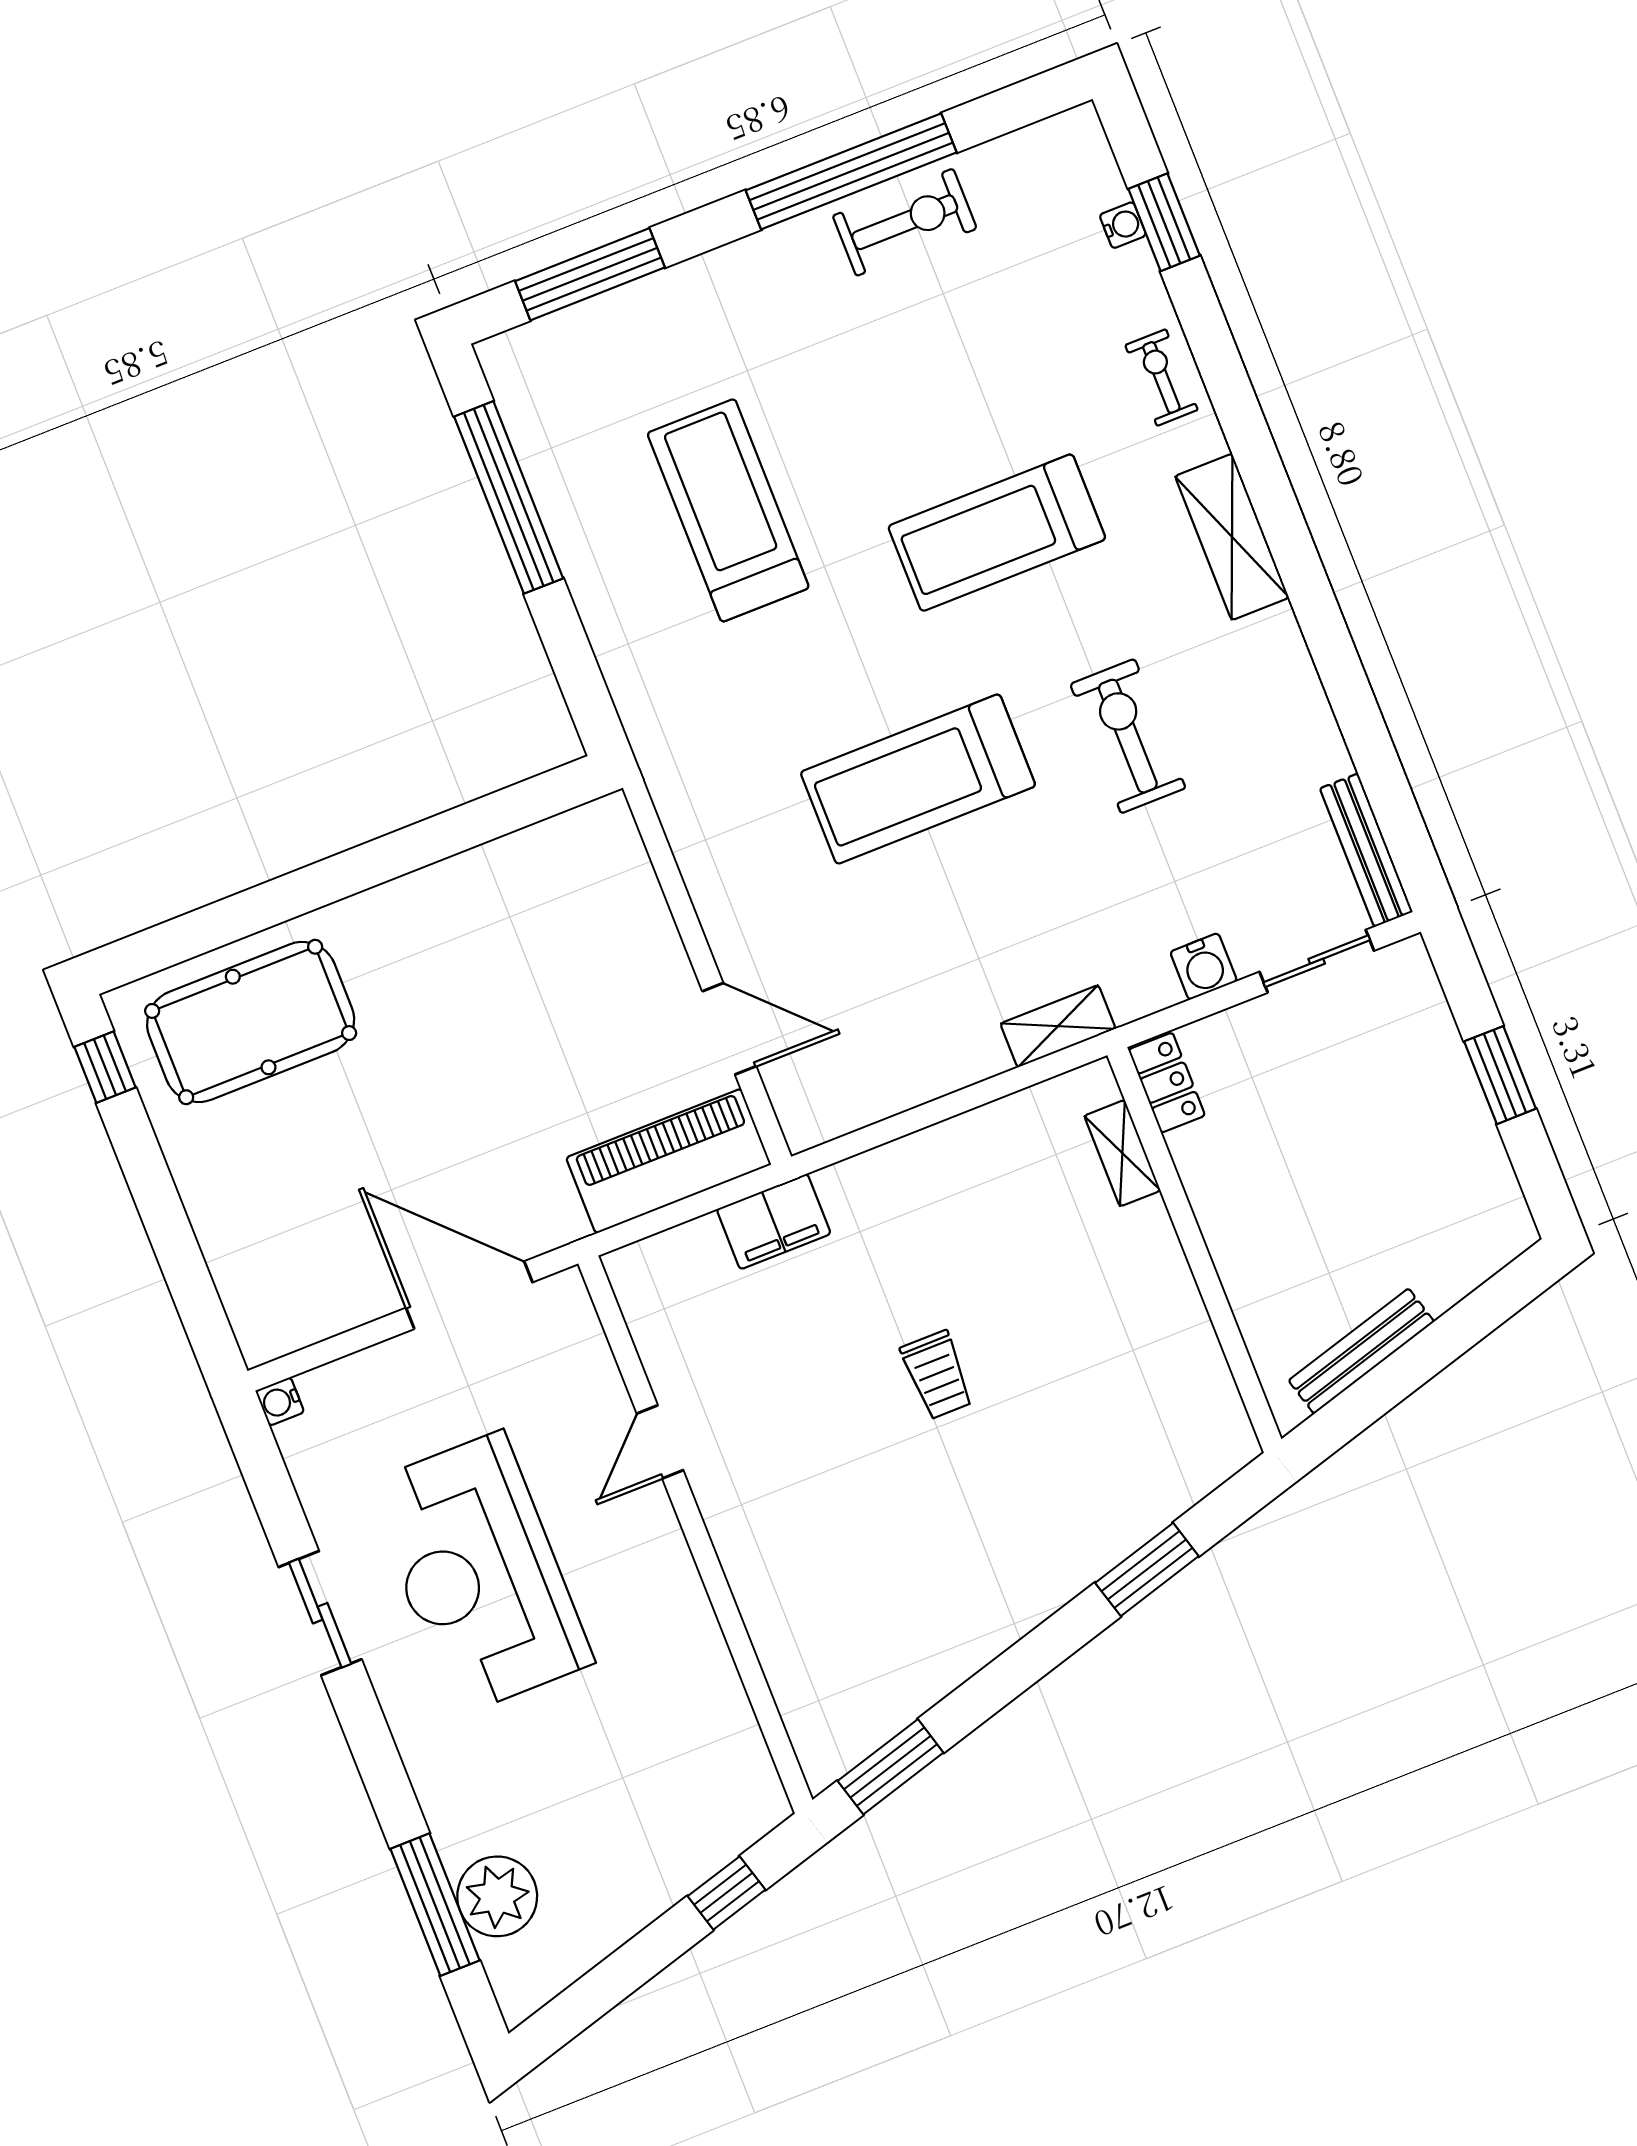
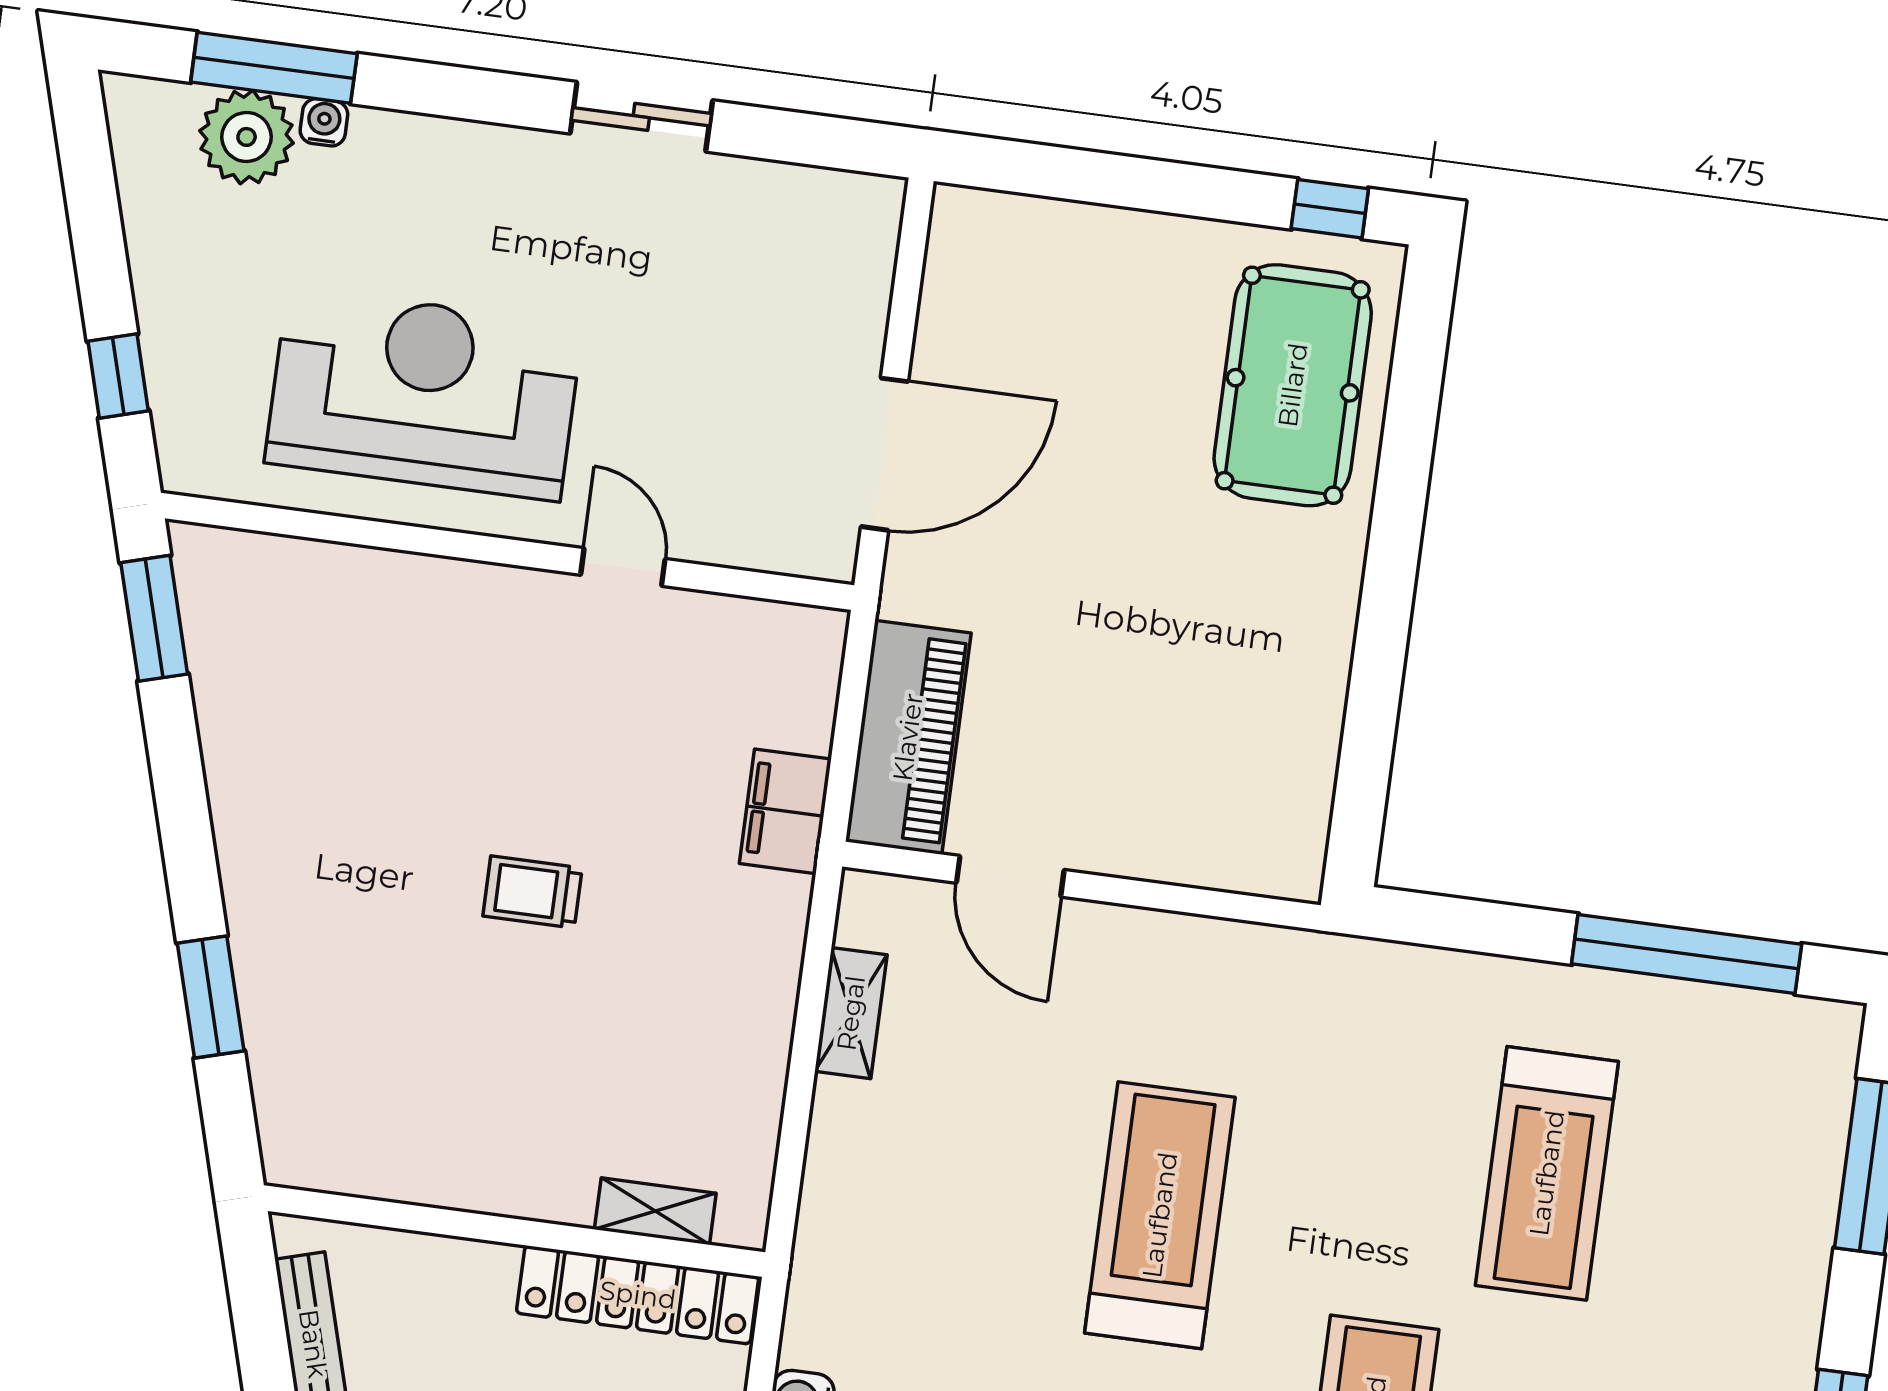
treadmill: (728, 510) -> (1547, 1173), turned 90
shelving: (1058, 1026) -> (851, 1013), moved
door: (729, 1029) -> (1010, 876), hinge flipped
locker: (1167, 1083) -> (638, 1295), width x2.16, depth x1.21
water cooler: (280, 1401) -> (324, 122), moved
reception desk: (479, 1573) -> (424, 394), moved

